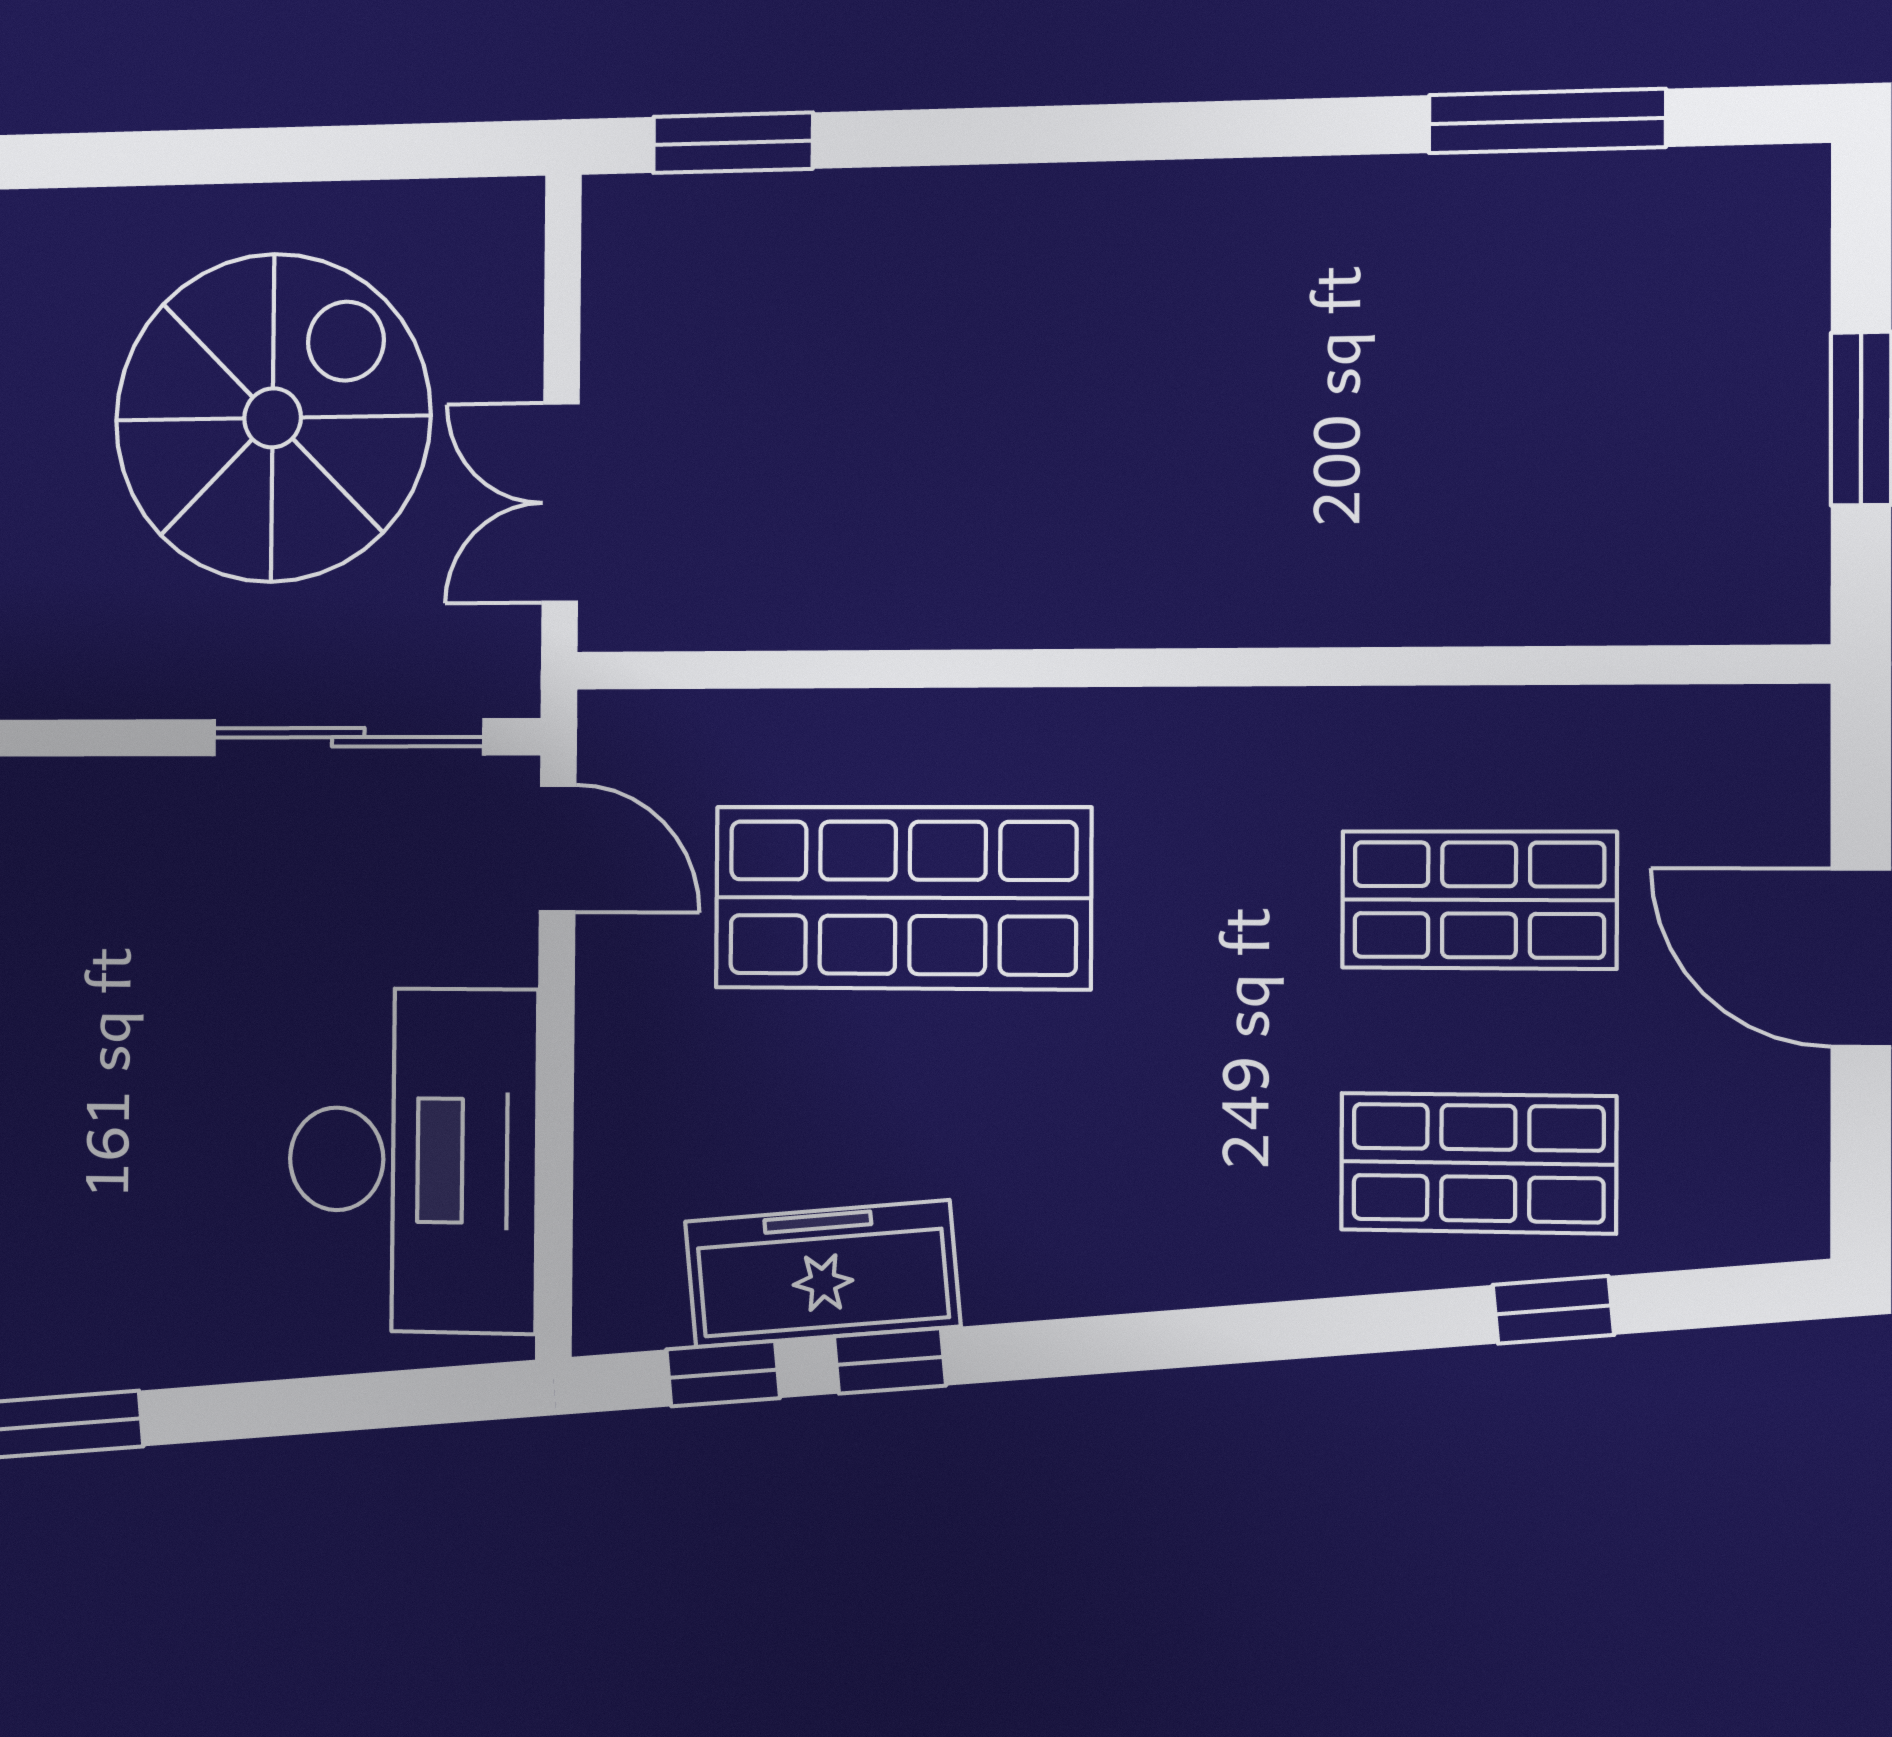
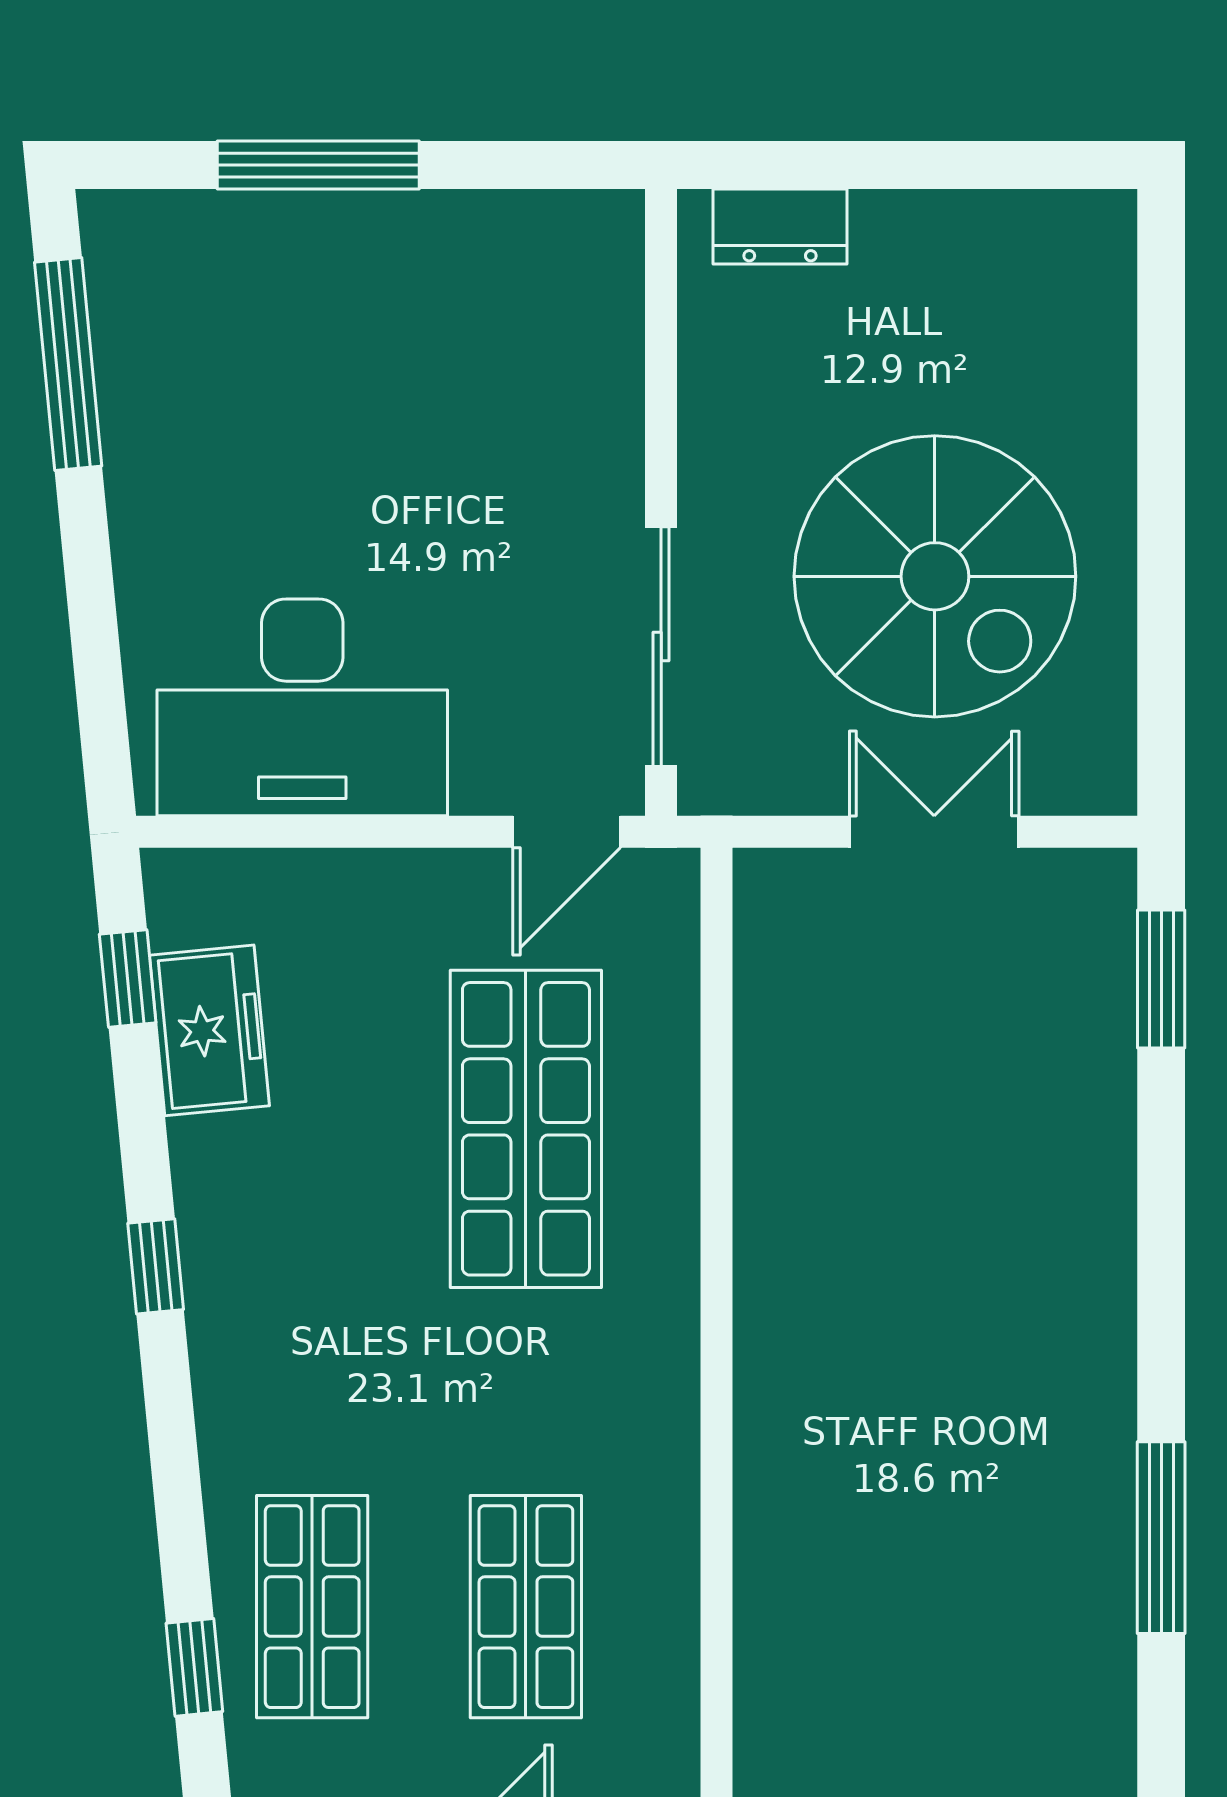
window: (1547, 121) -> (1161, 1538), moved
double door: (561, 503) -> (934, 832), moved
freezer: (822, 1274) -> (209, 1030), width x0.71
window: (890, 1361) -> (156, 1266), moved

